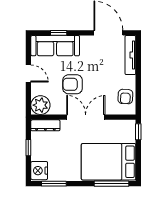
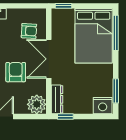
armchair: (73, 84) -> (16, 72), turned 180
armchair: (125, 97) -> (29, 31), moved
window: (28, 148) -> (65, 116), moved

